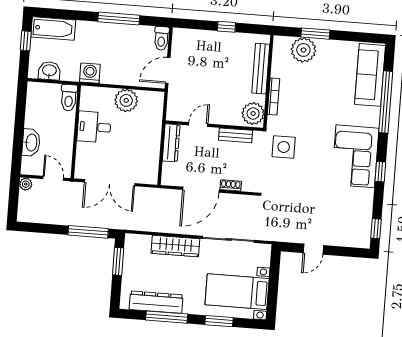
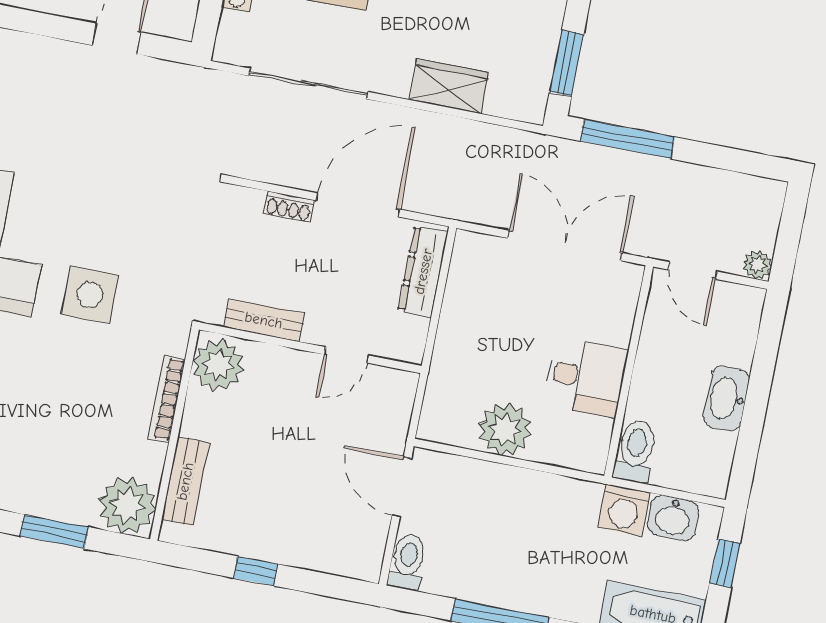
window: (26, 41) -> (725, 563), moved
plant: (303, 50) -> (127, 505), moved
bench: (261, 69) -> (185, 481), width x0.73
door: (168, 70) -> (402, 487), swing flipped
washing machine: (90, 73) -> (624, 510), moved
washbasin: (31, 143) -> (726, 399), moved
dresser: (171, 143) -> (423, 271), moved
side table: (284, 147) -> (90, 295), moved
wardrobe: (175, 246) -> (449, 86), width x0.67

